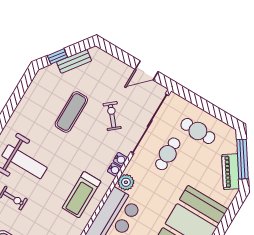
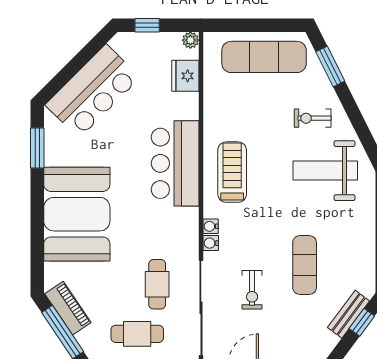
bench: (74, 61) -> (349, 314), moved
exercise bike: (112, 116) -> (252, 290), turned 40
plant: (126, 182) -> (187, 219), removed

